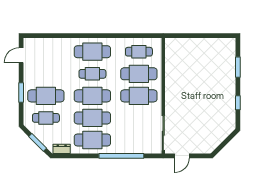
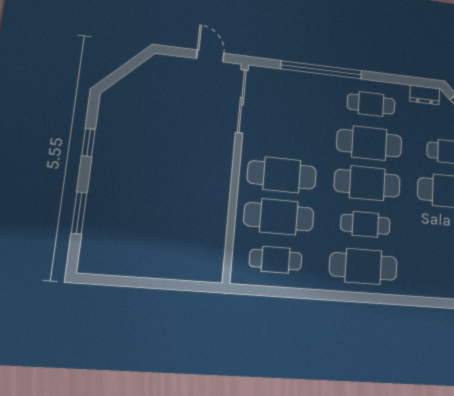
cafe table: (92, 140) -> (371, 104), width x0.73, depth x0.74
door: (182, 156) -> (210, 56), hinge flipped

